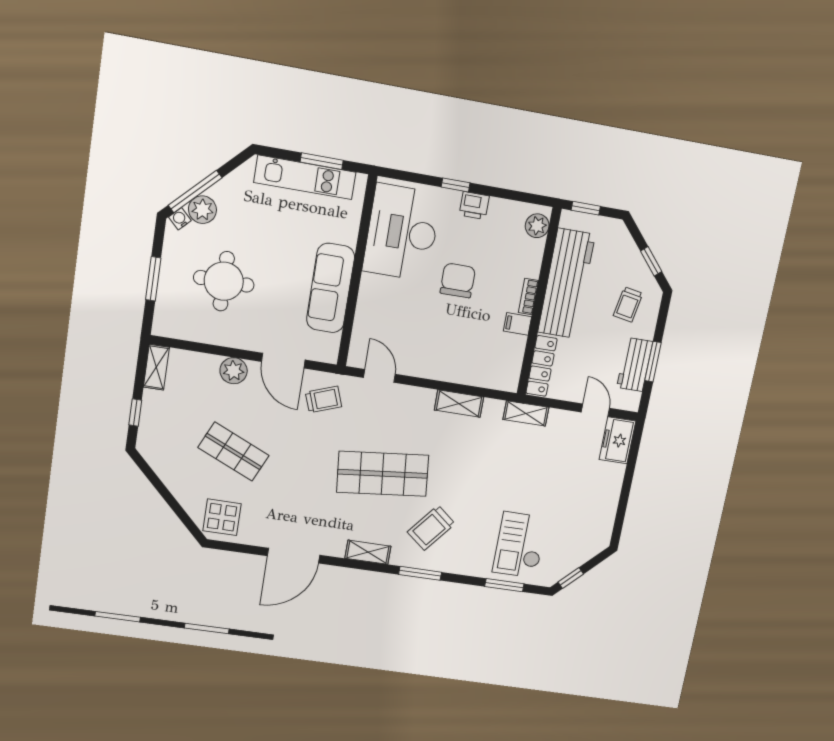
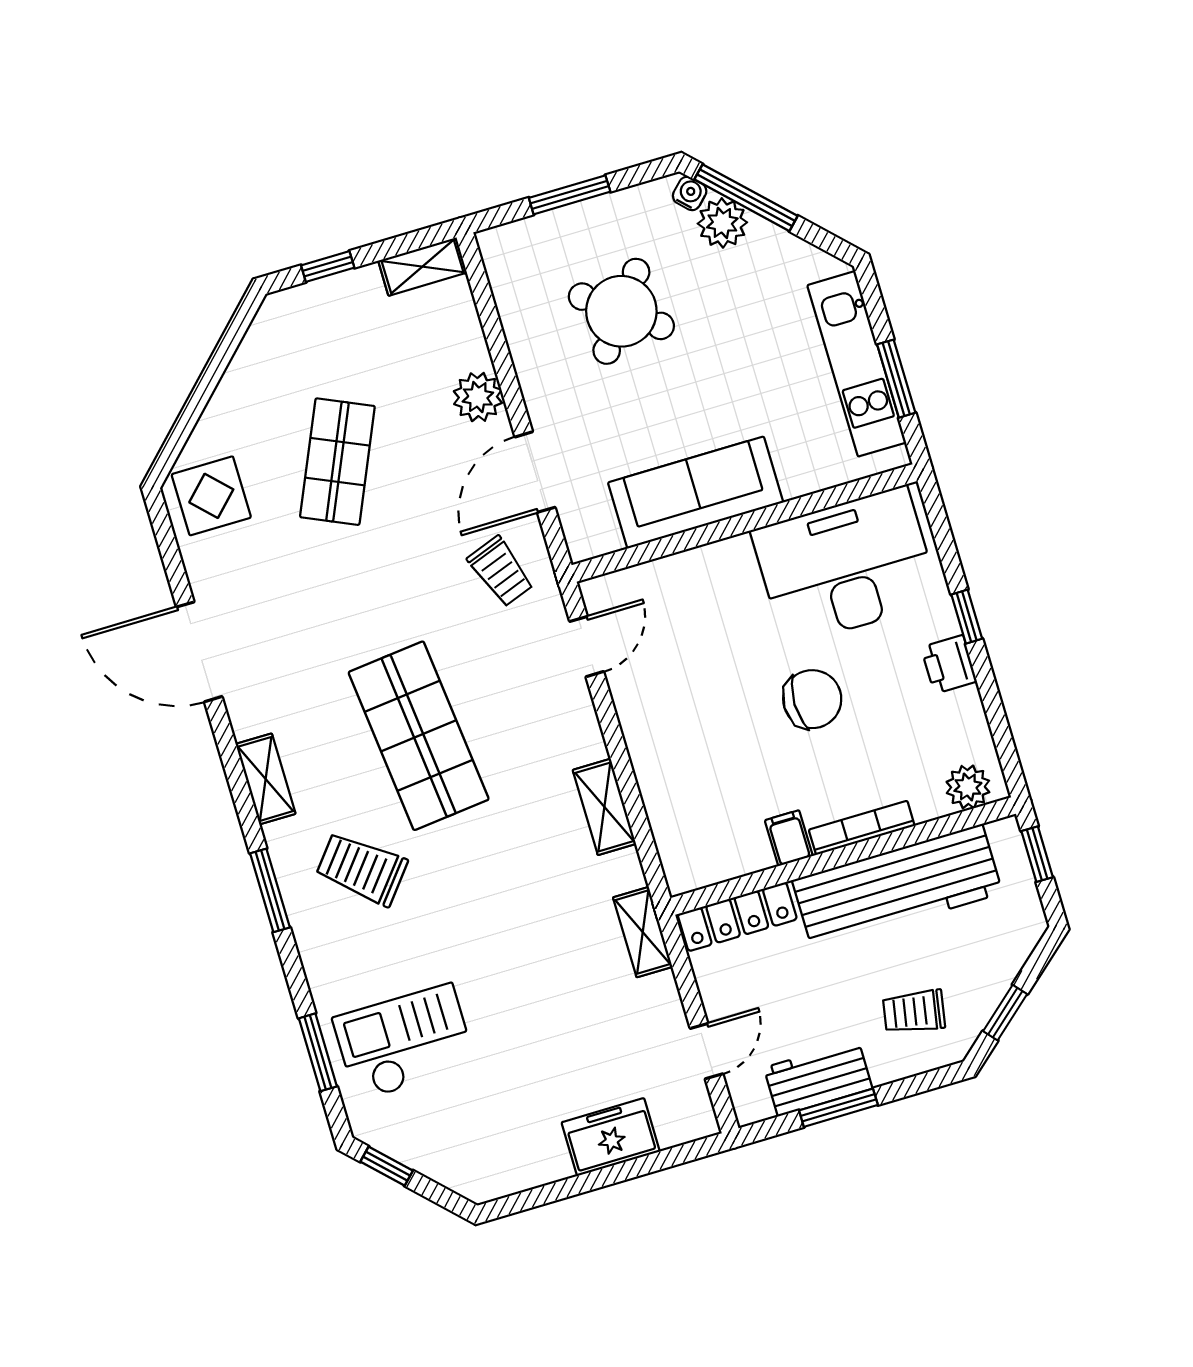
round table: (224, 281) -> (621, 311), turned 37
bookcase: (528, 296) -> (862, 828), width x1.56
freezer: (617, 440) -> (611, 1137), moved

